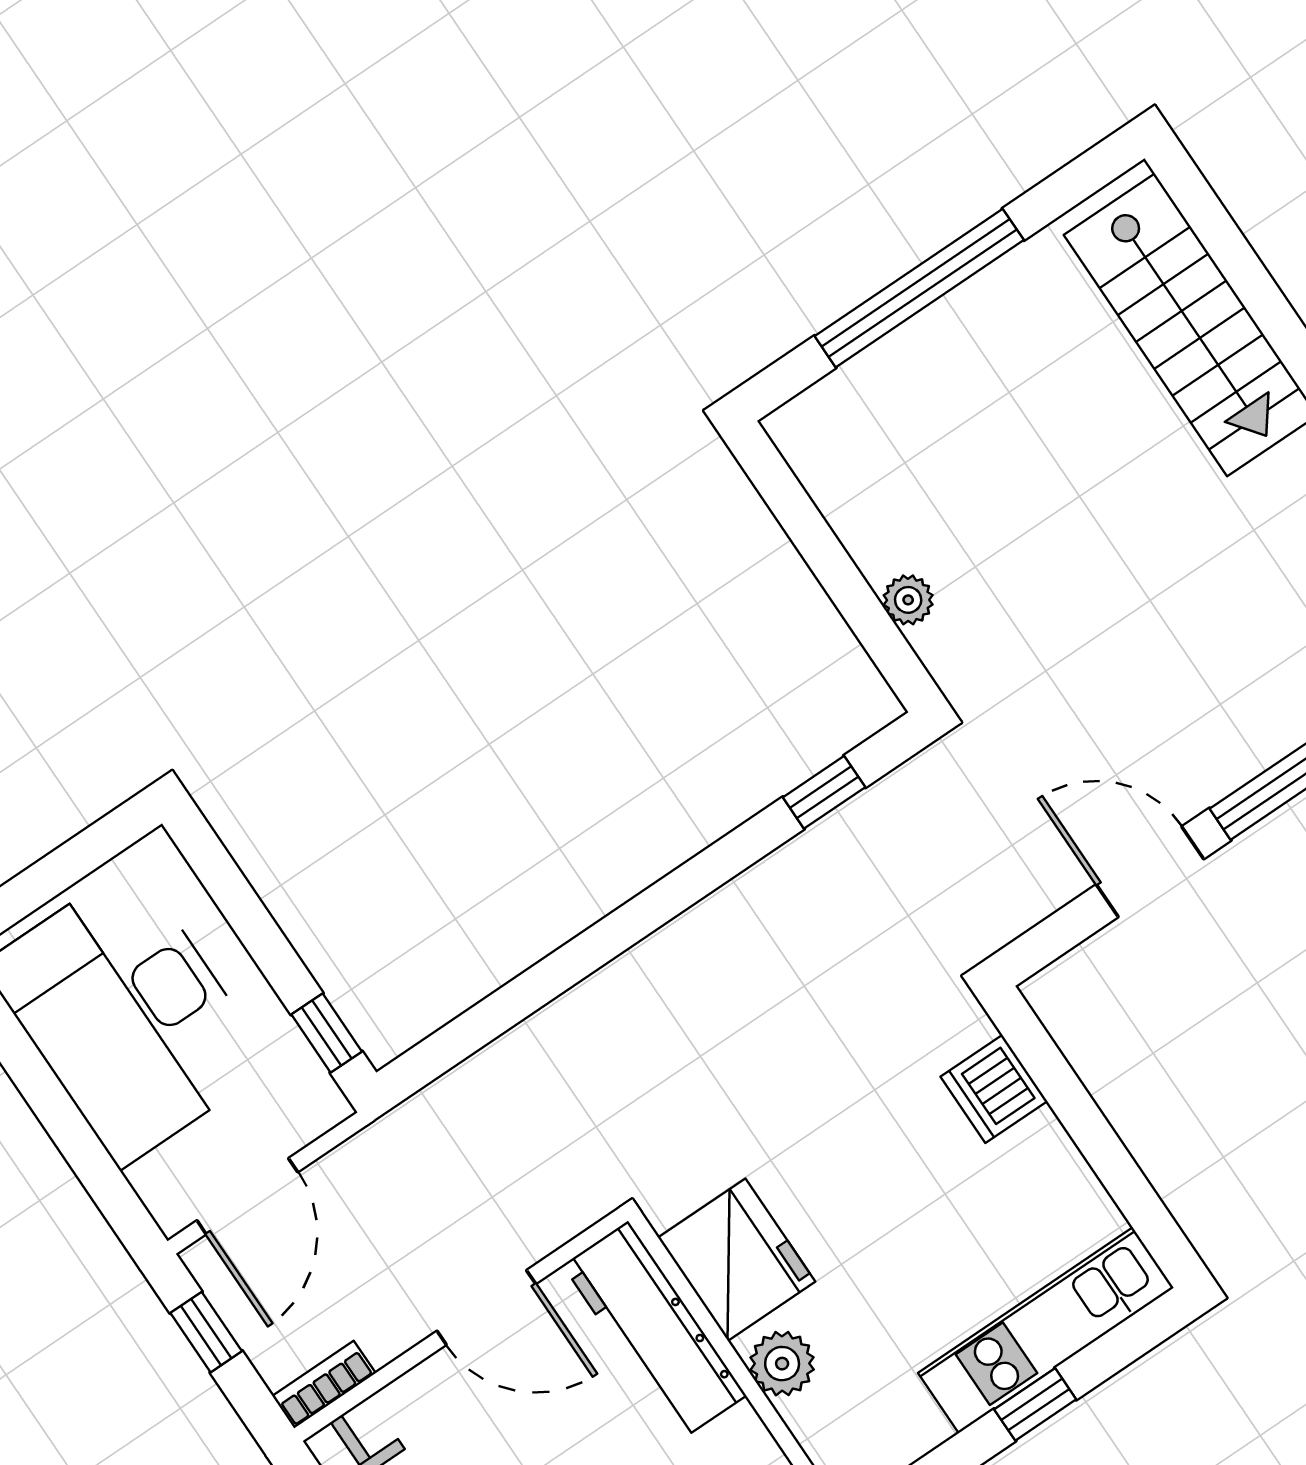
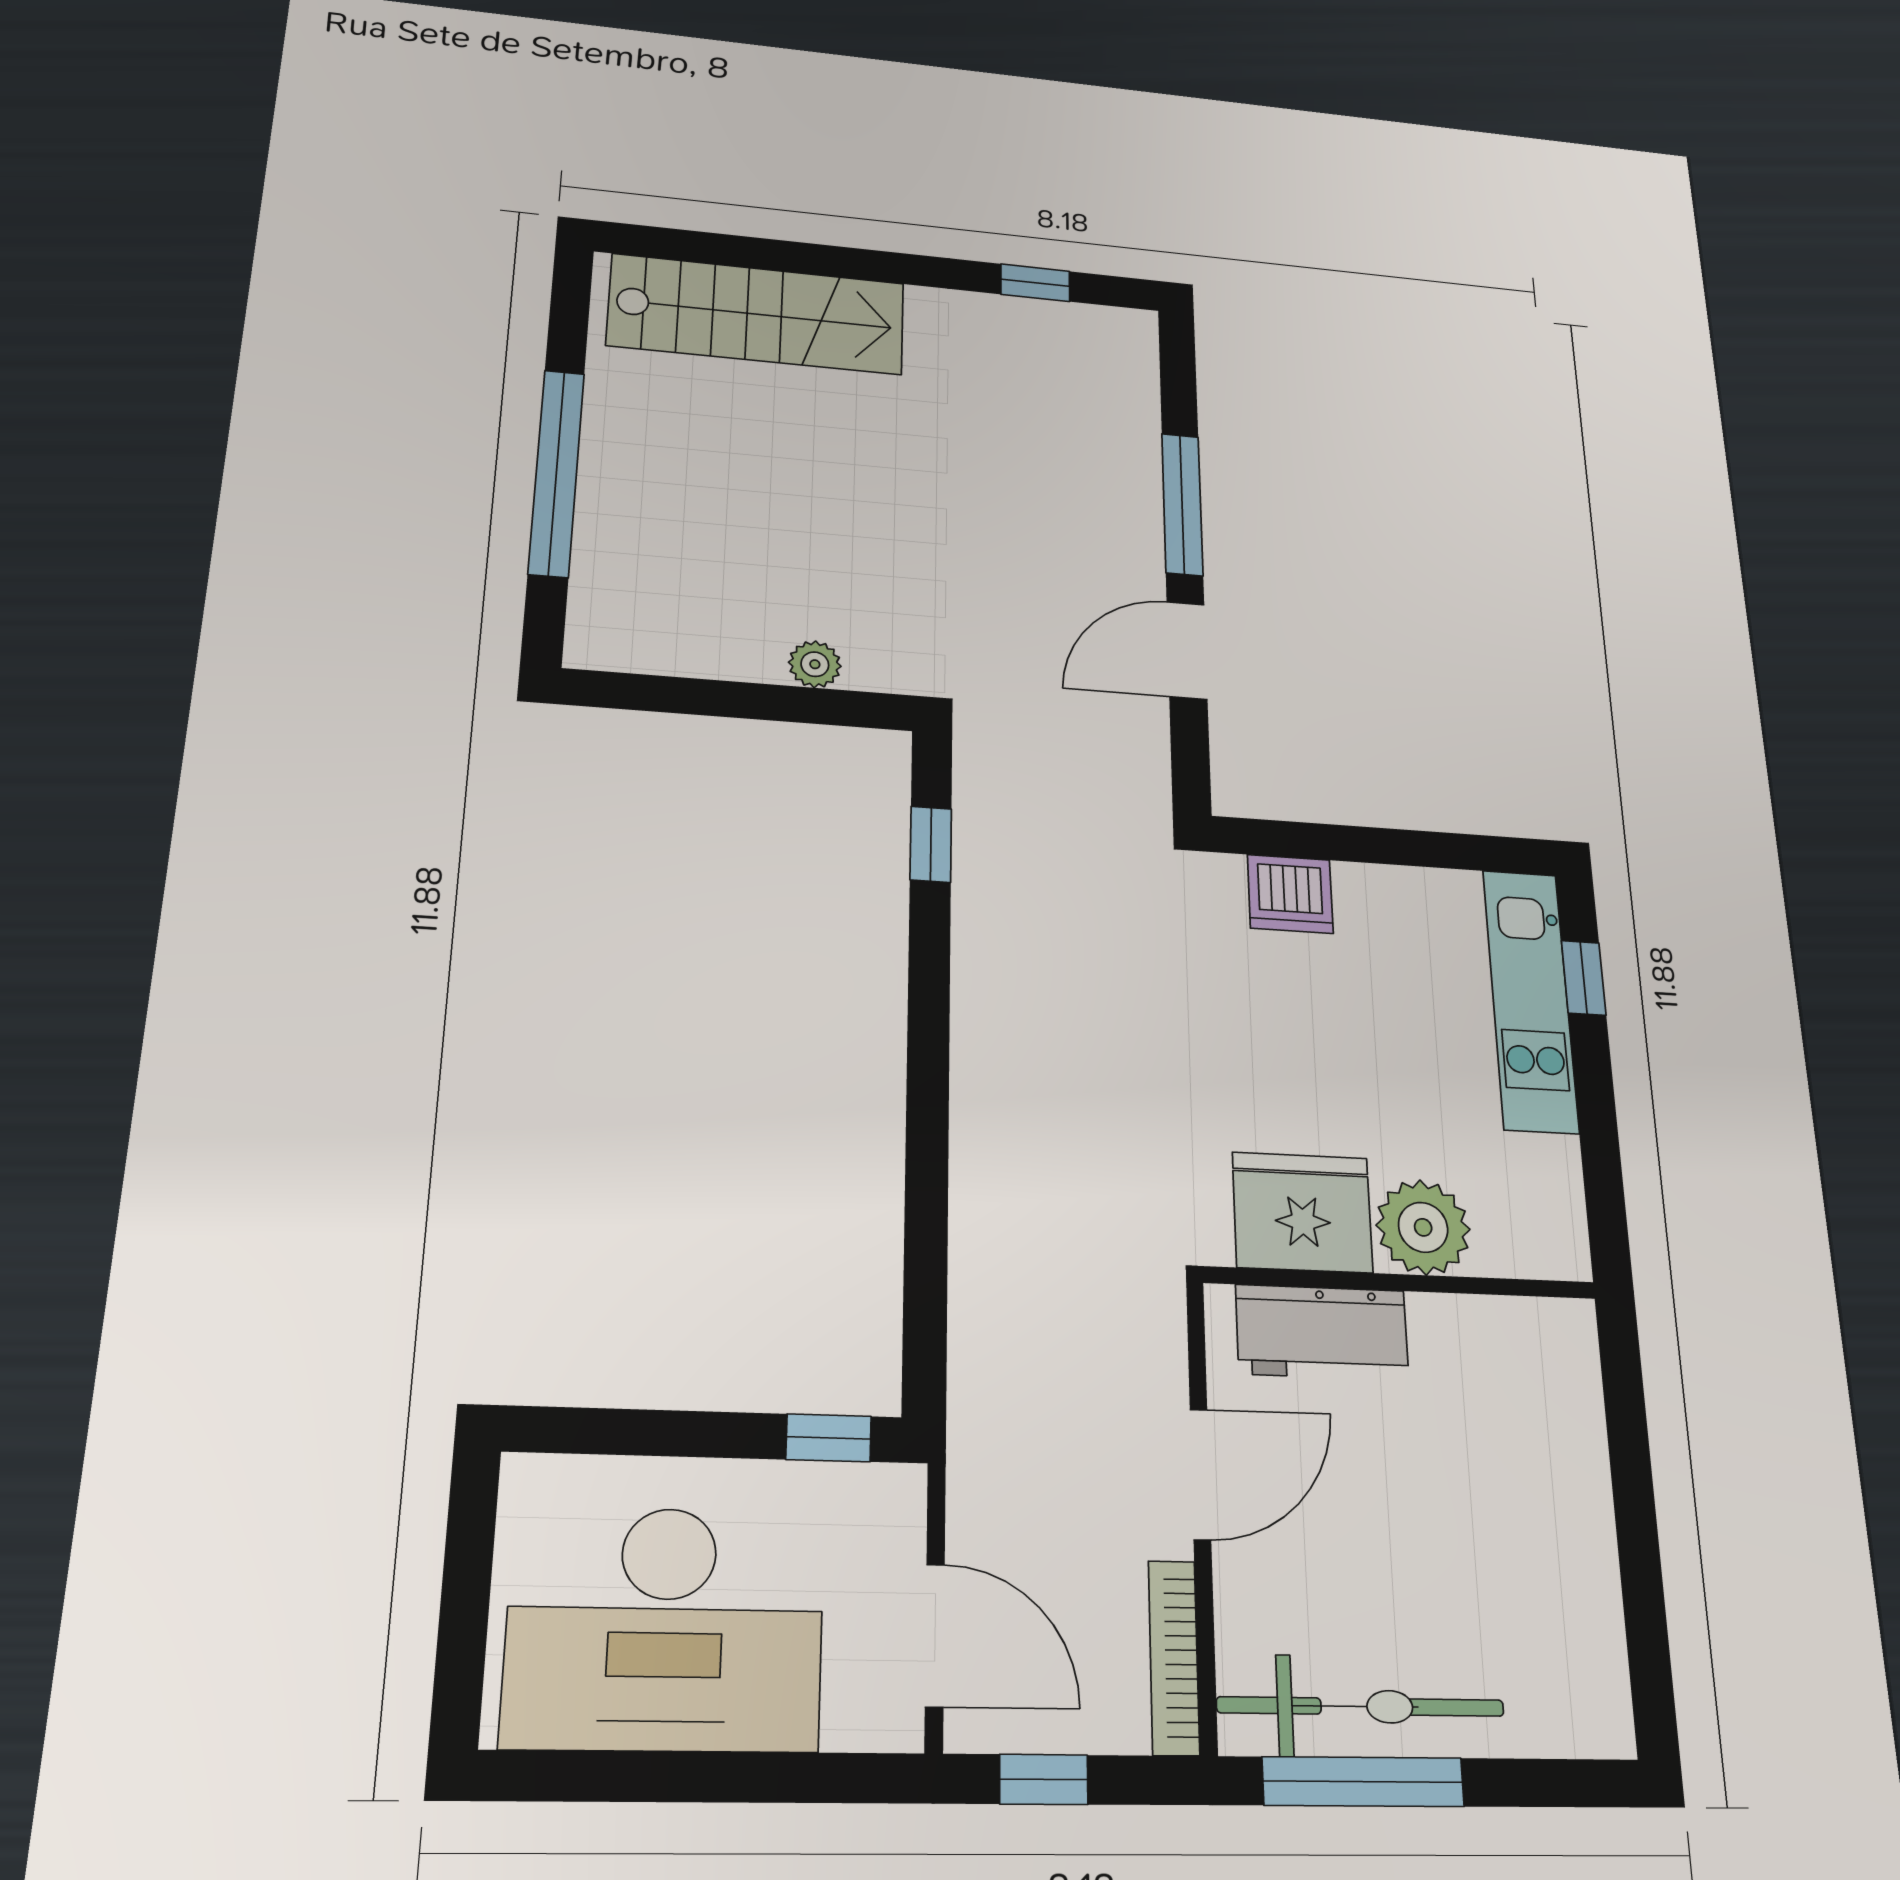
workbench: (655, 1330) -> (1322, 1332), width x0.73
plant: (782, 1364) -> (1423, 1227), width x1.36, depth x1.36
bookcase: (324, 1385) -> (1174, 1657), width x1.56
window: (1035, 1404) -> (1584, 978), moved

